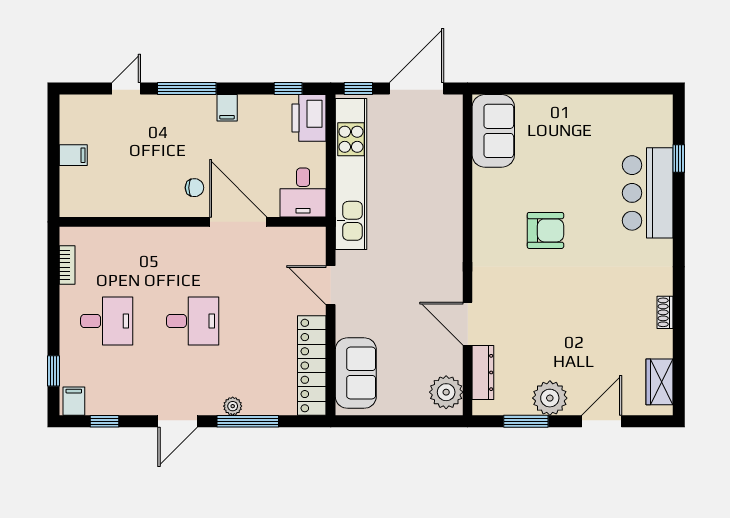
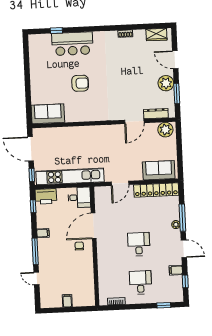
armchair: (545, 230) -> (80, 83), moved, turned 90
filing cabinet: (74, 401) -> (176, 270), moved

